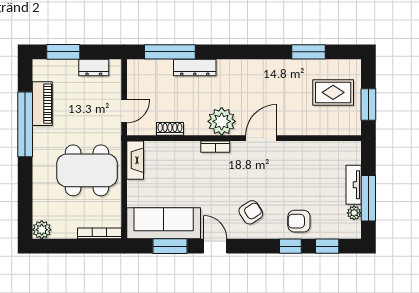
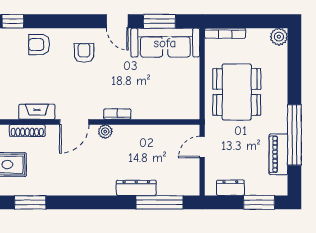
plant: (222, 121) -> (105, 131), width x0.53, depth x0.53
shoe rack: (170, 129) -> (27, 131), moved, width x1.43
fireplace: (135, 160) -> (37, 112), moved, turned 90
dining table: (87, 170) -> (237, 92), turned 90
armchair: (251, 212) -> (84, 53), turned 123
armchair: (299, 221) -> (39, 45), turned 180
window: (290, 246) -> (47, 21), removed

